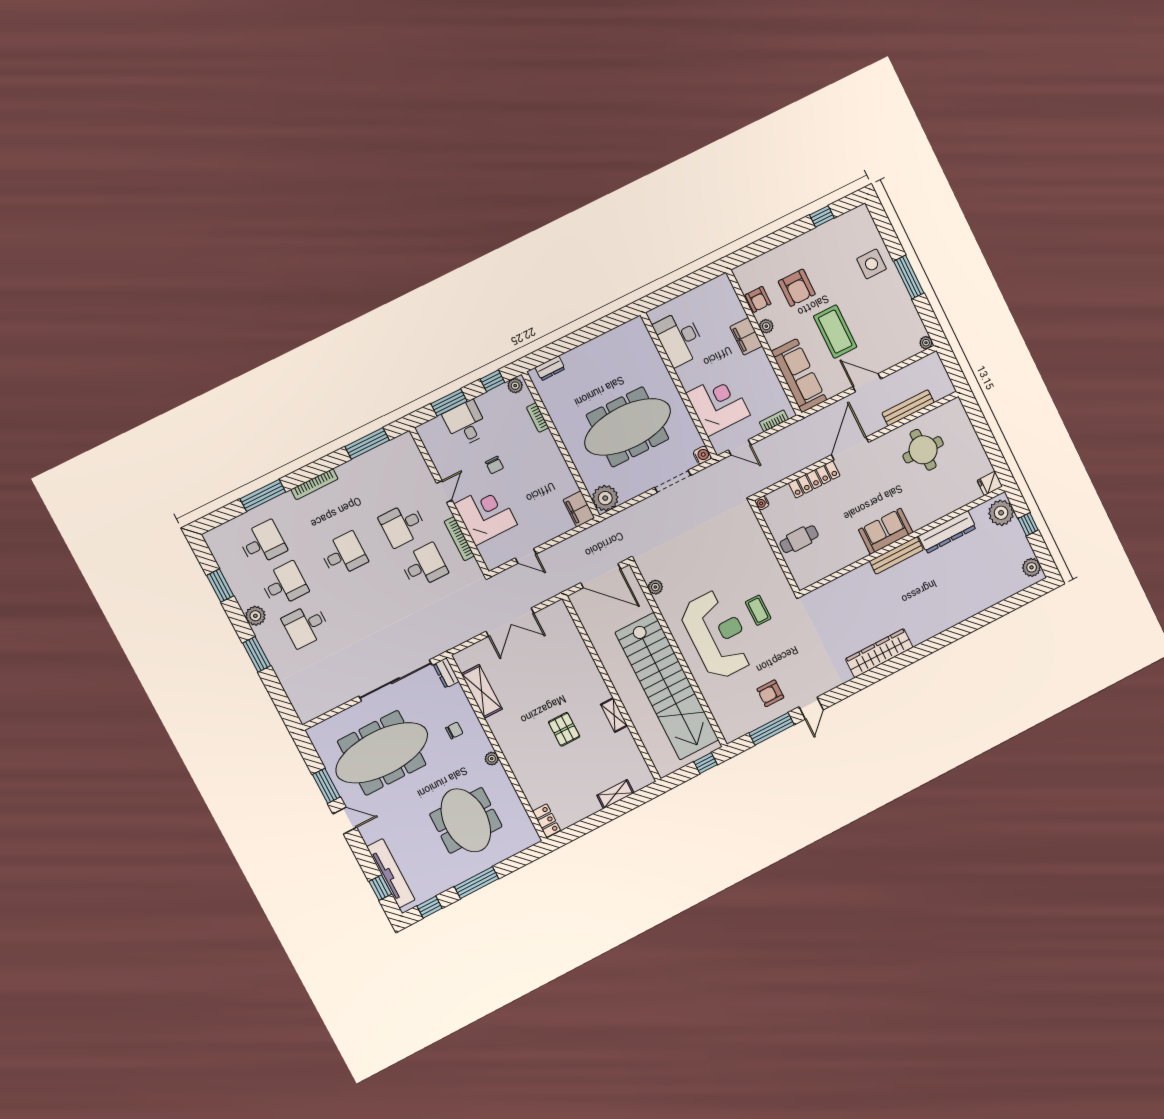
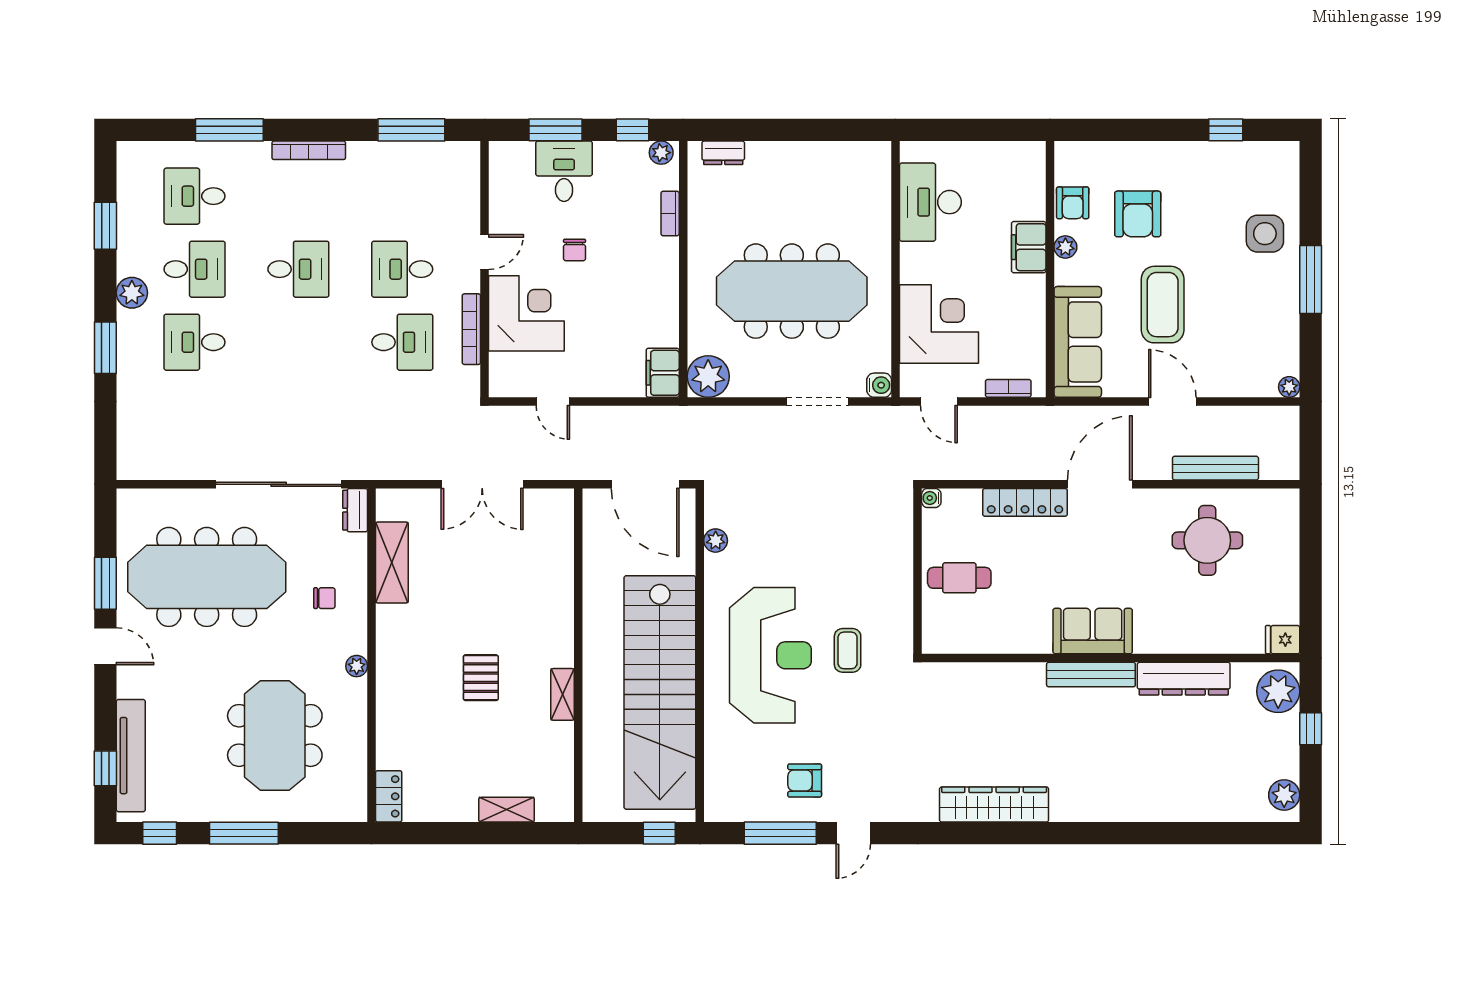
desk: (263, 543) -> (195, 196), turned 180

